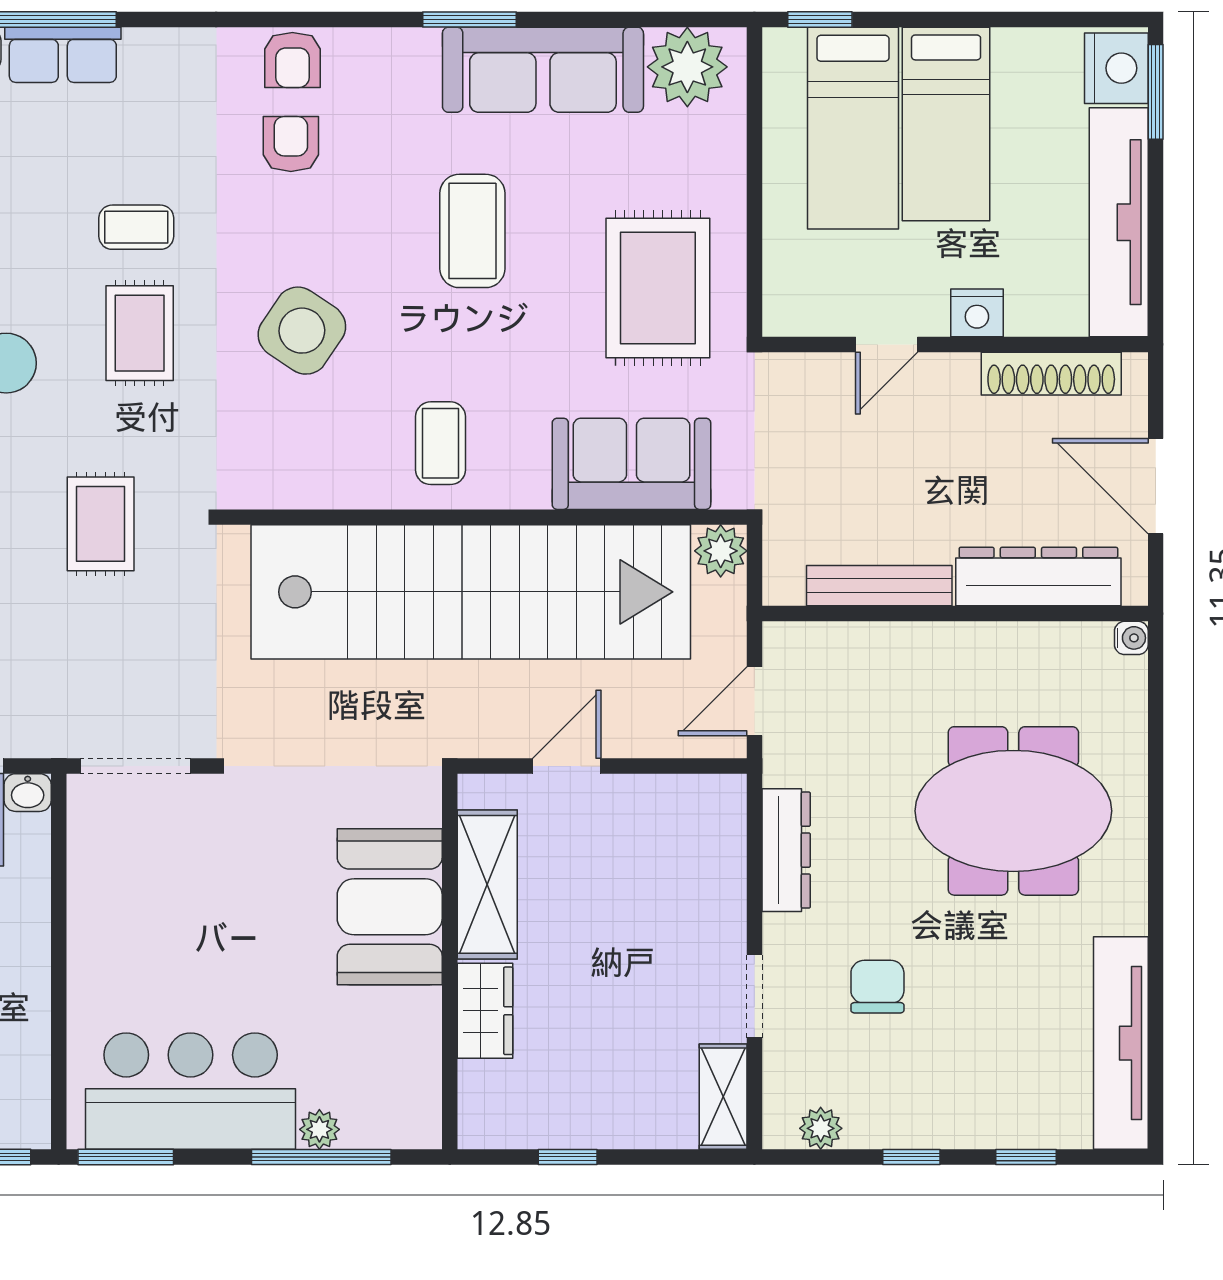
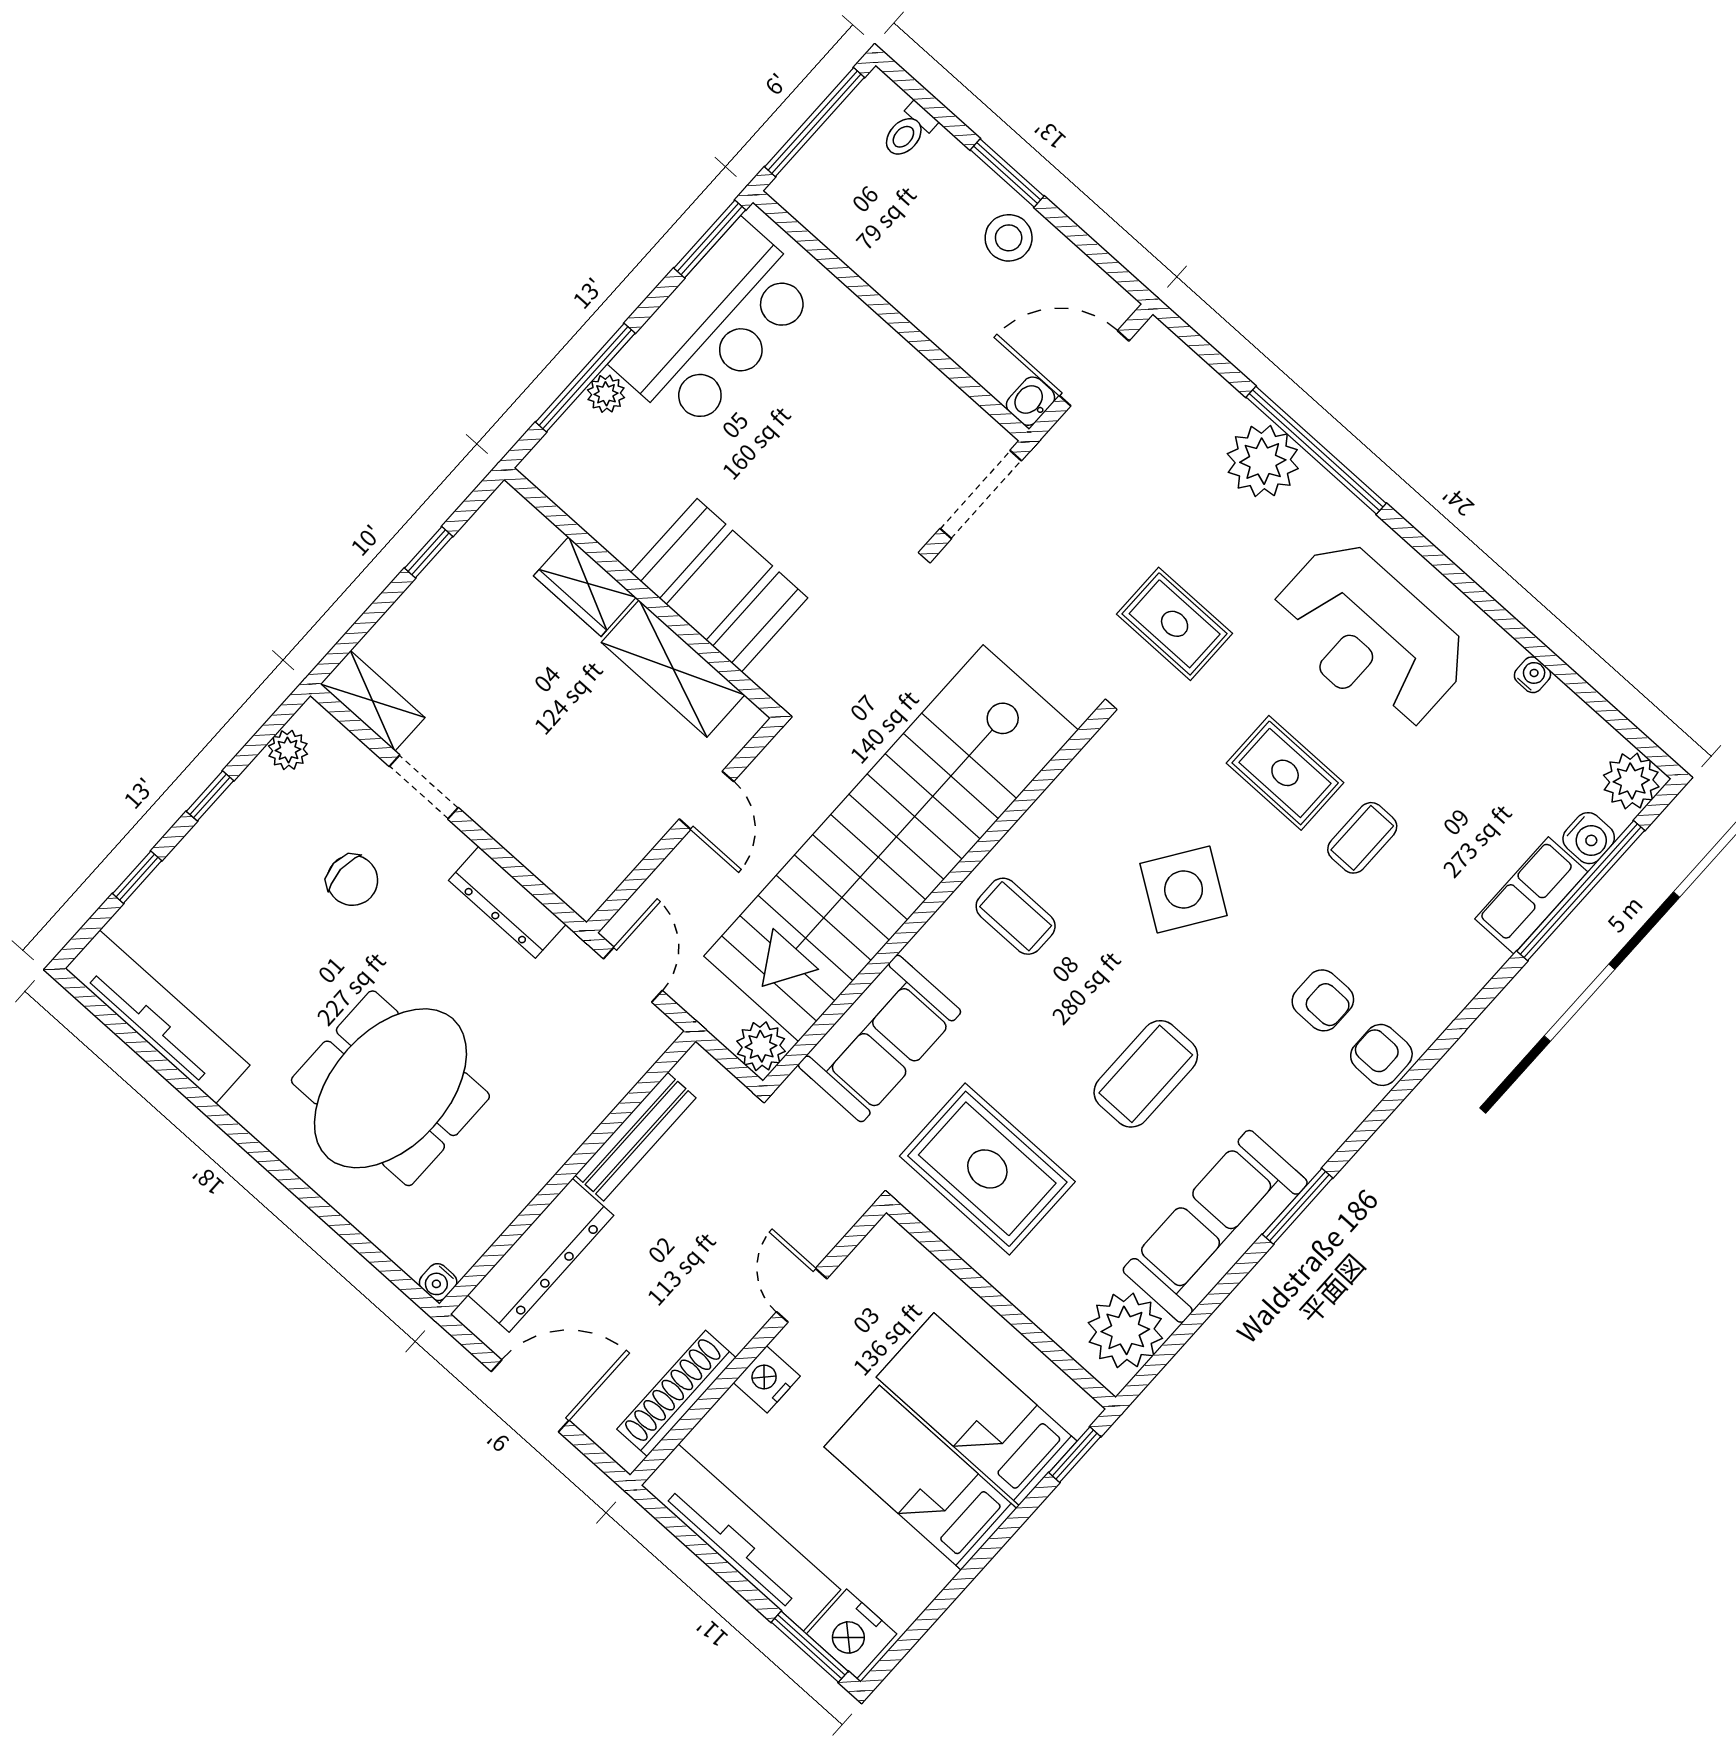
coffee table: (472, 231) -> (1146, 1074), turned 90

